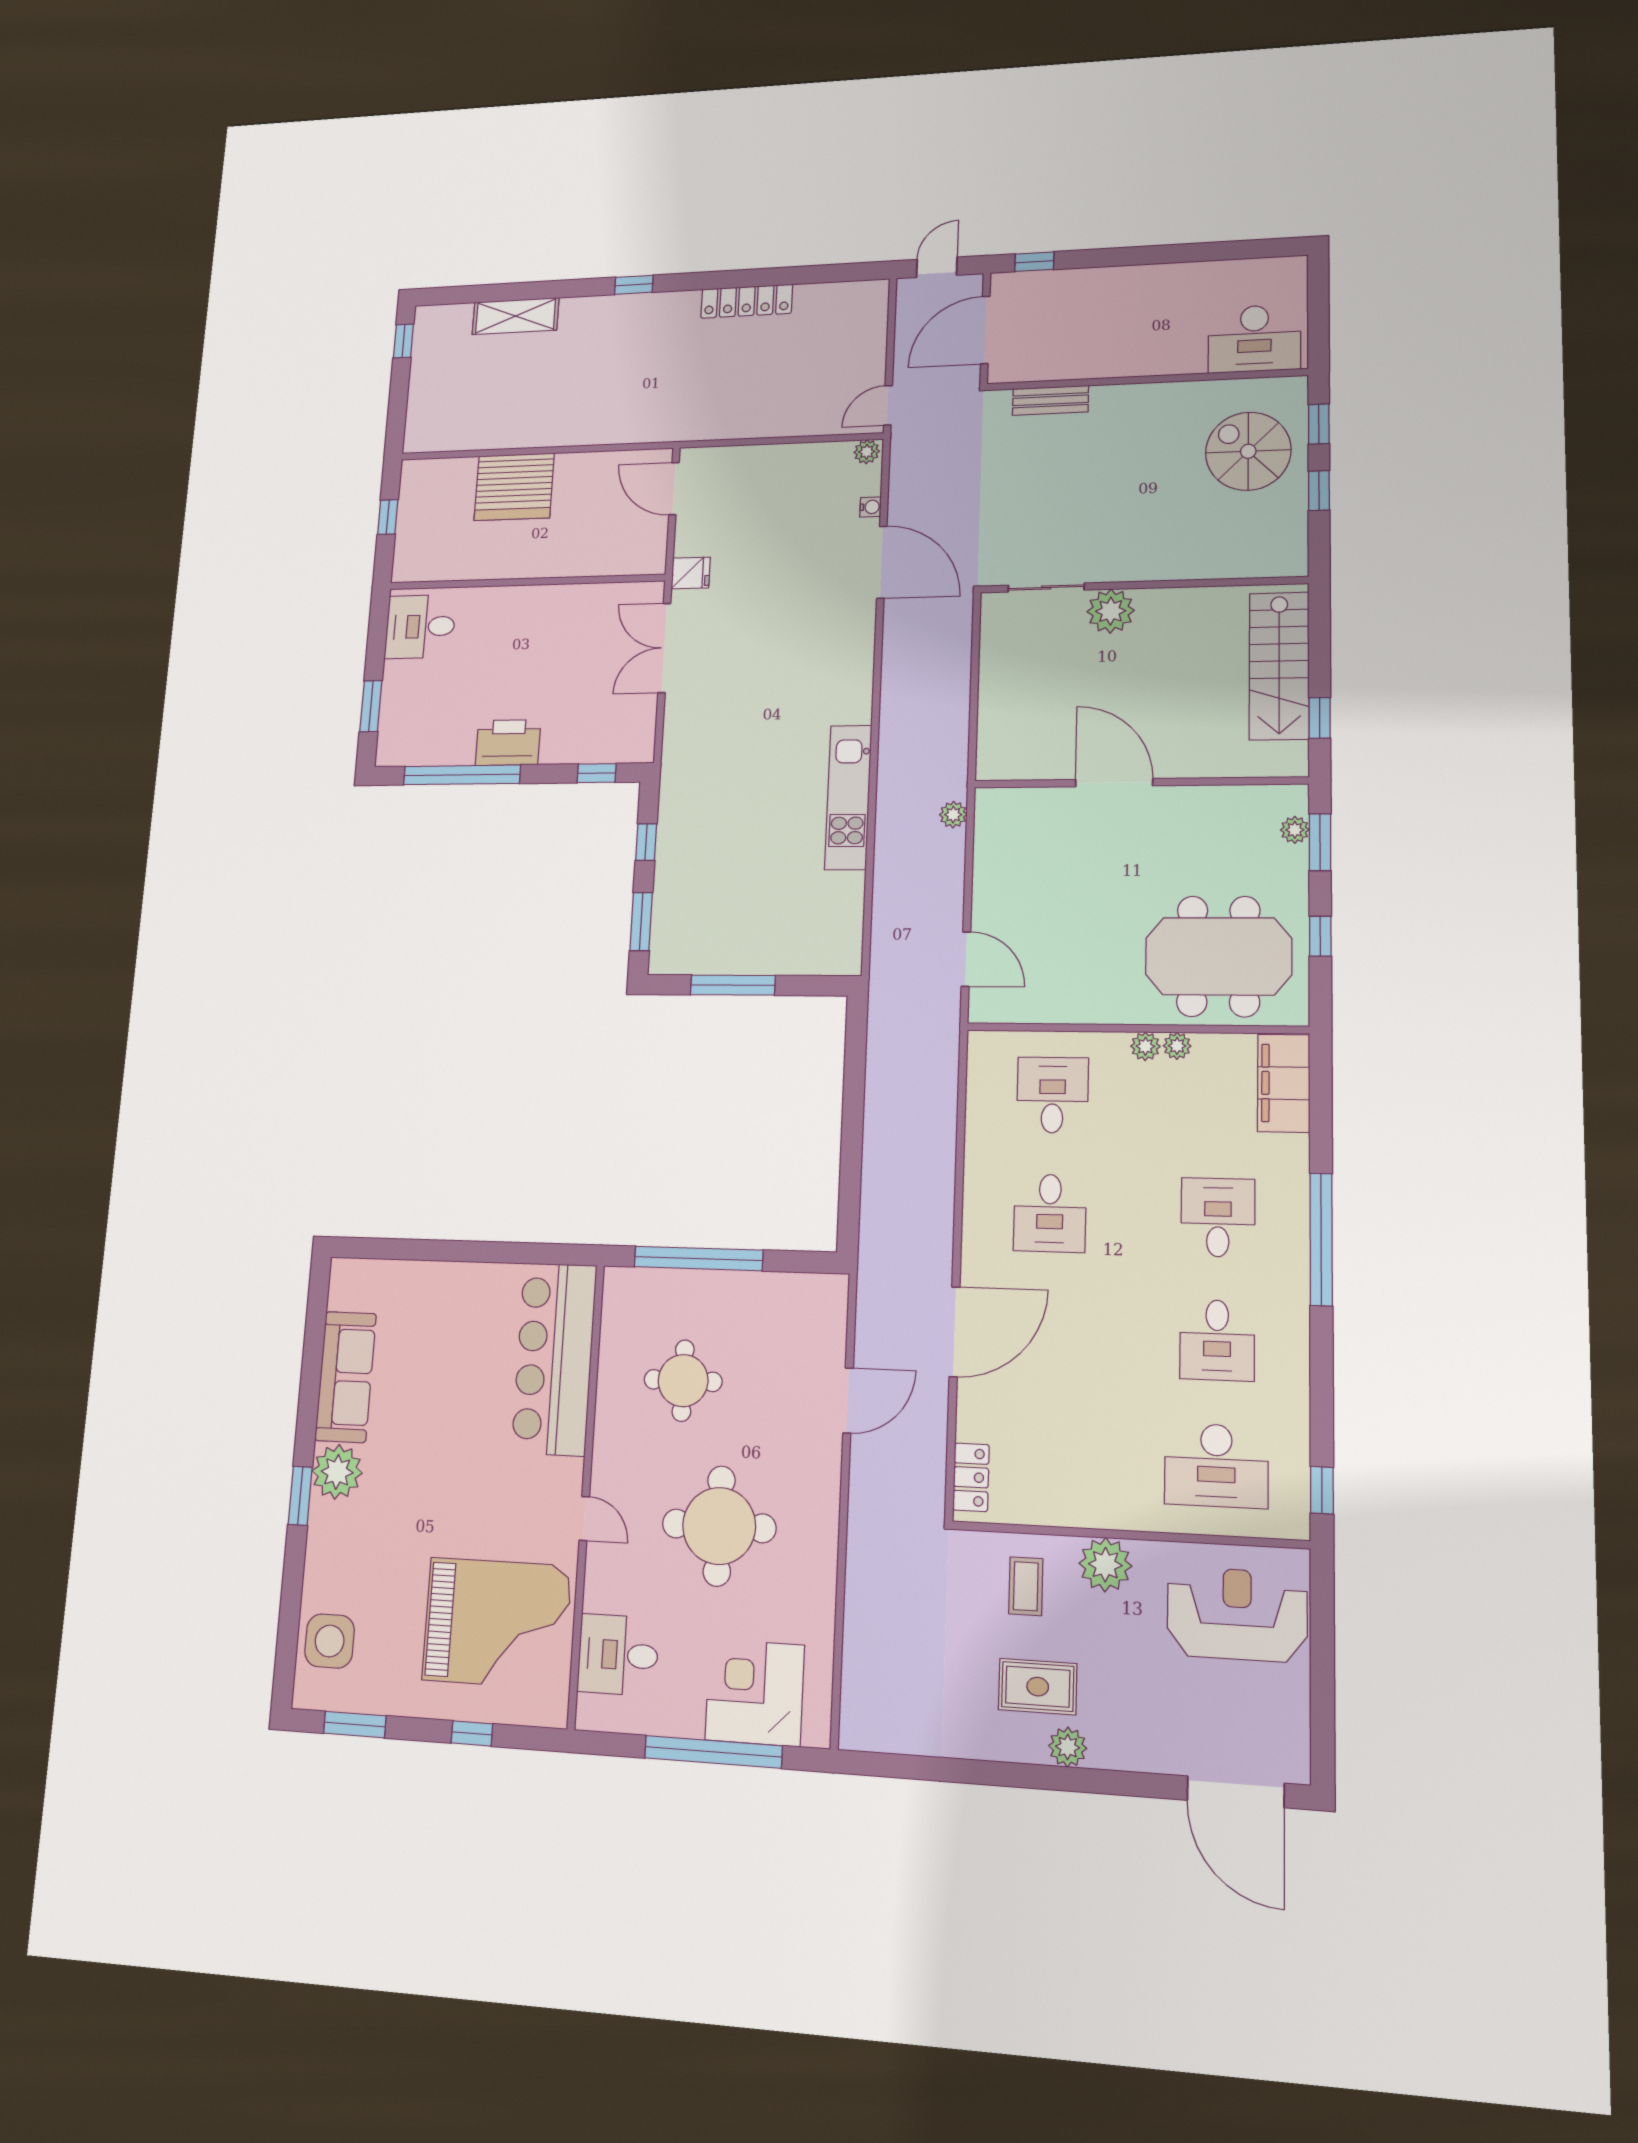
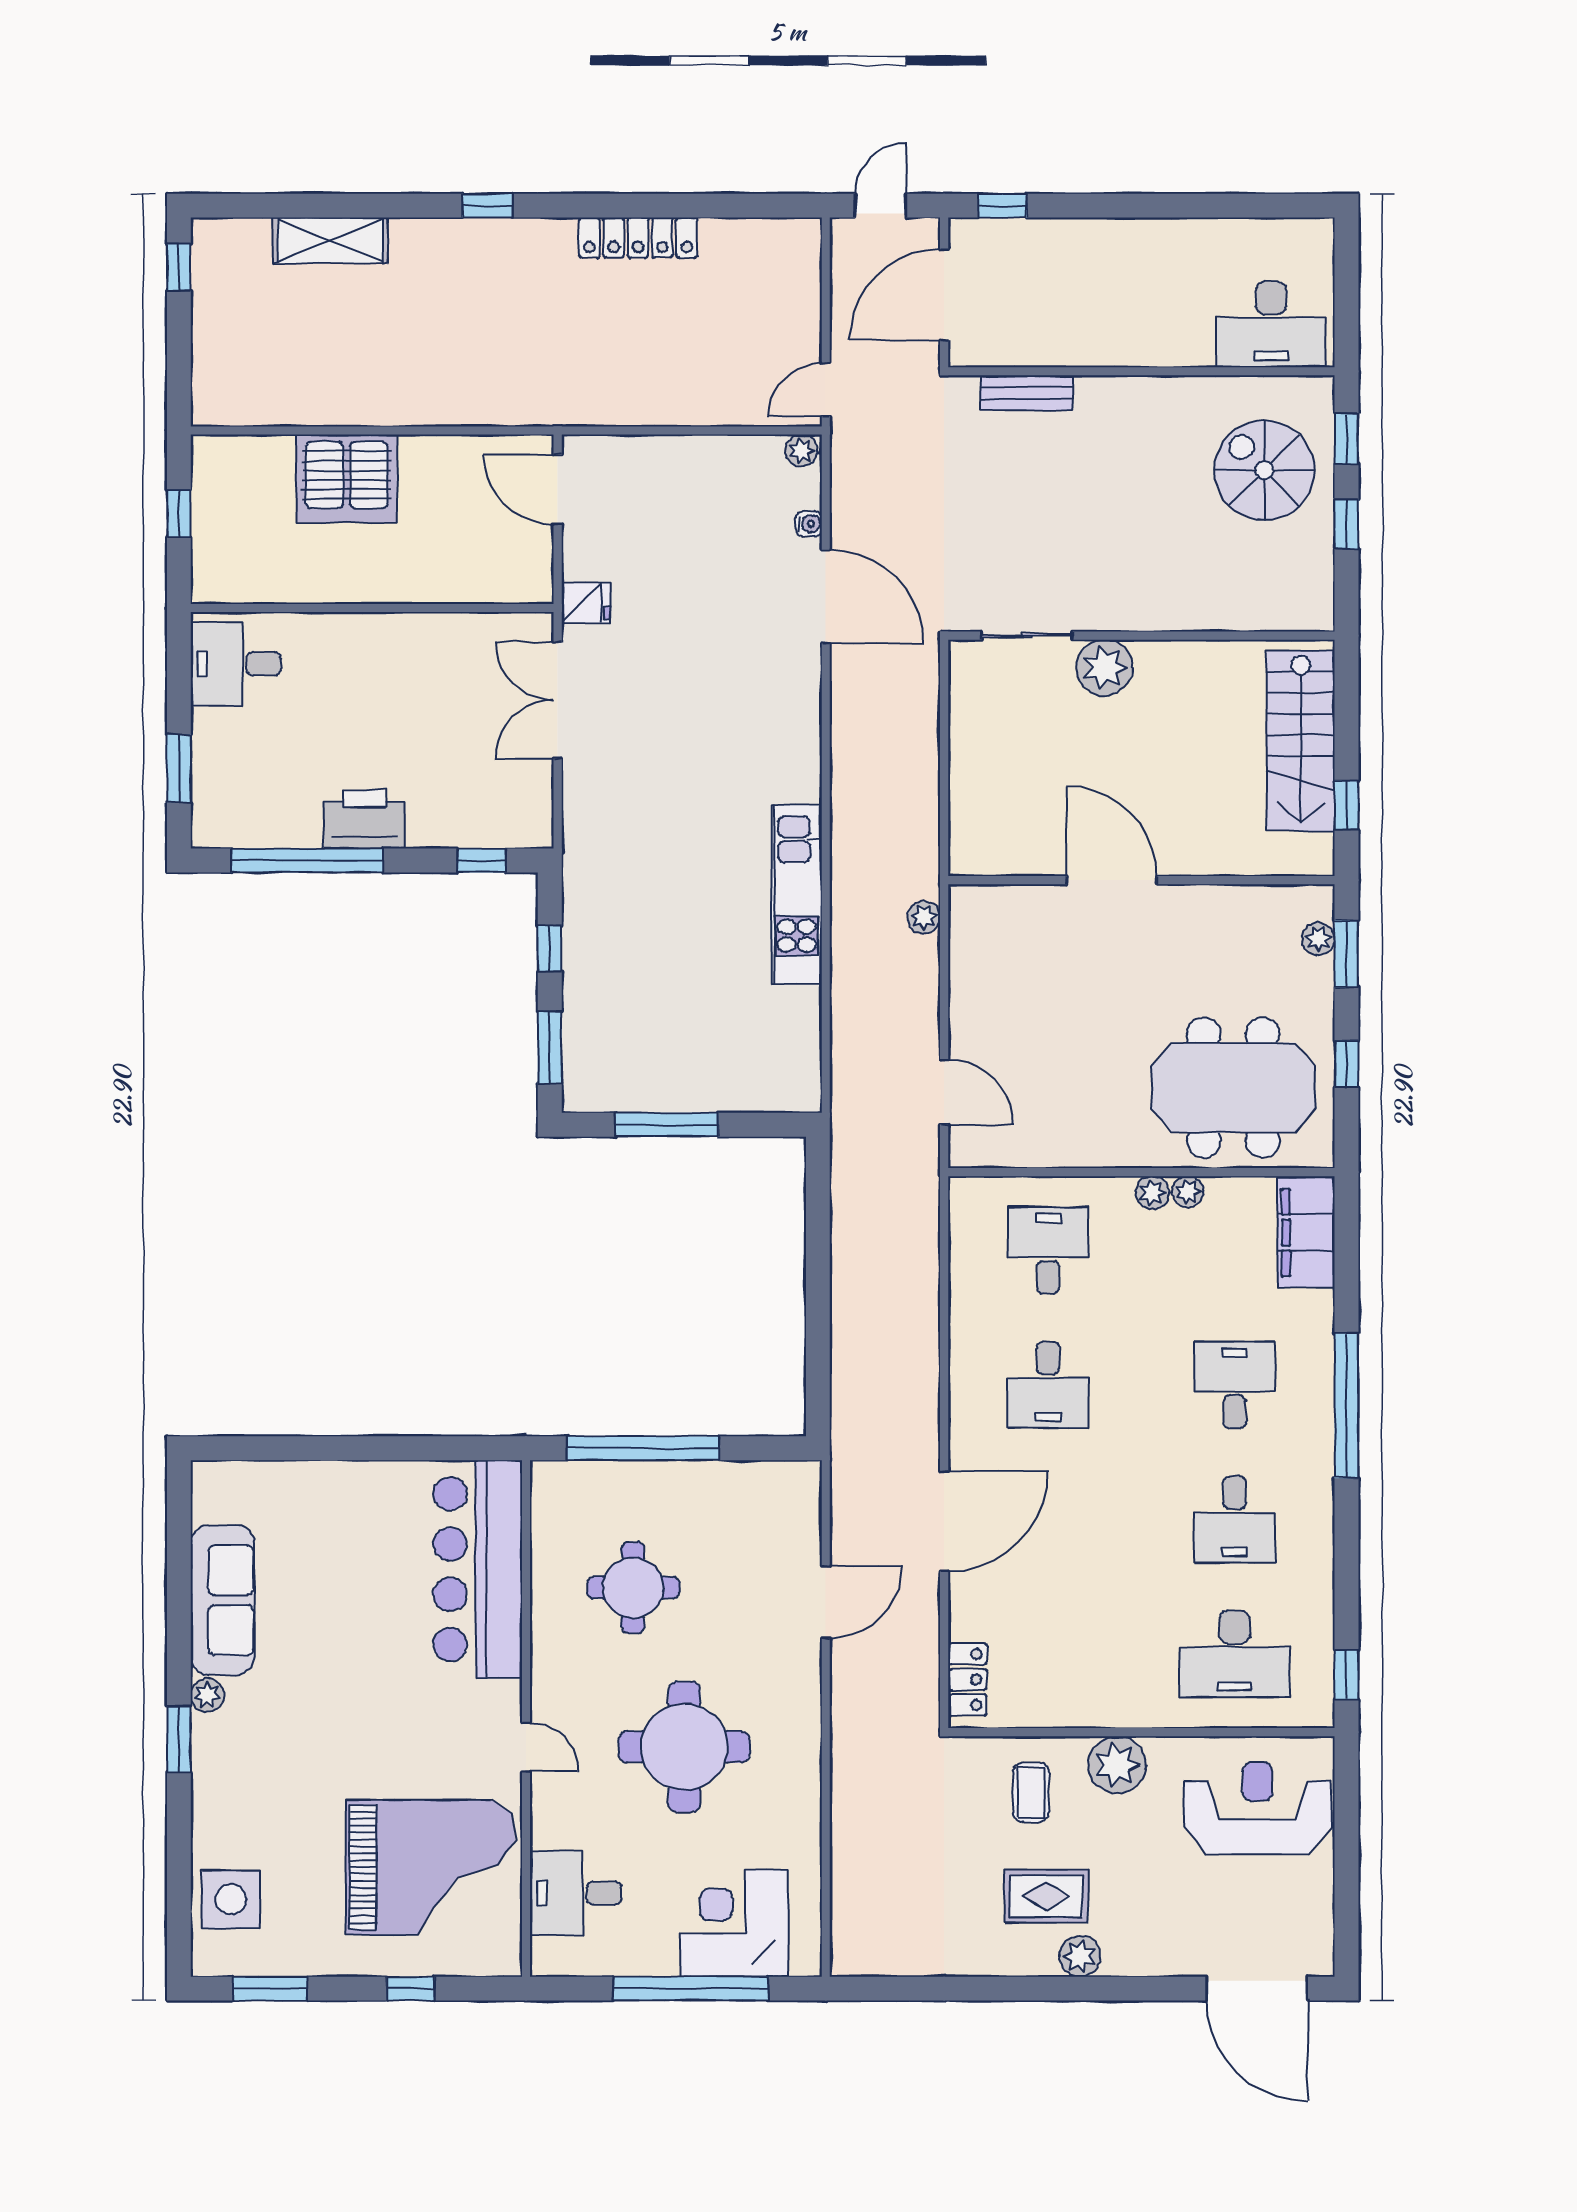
plant: (337, 1472) -> (207, 1695), width x0.53, depth x0.53

